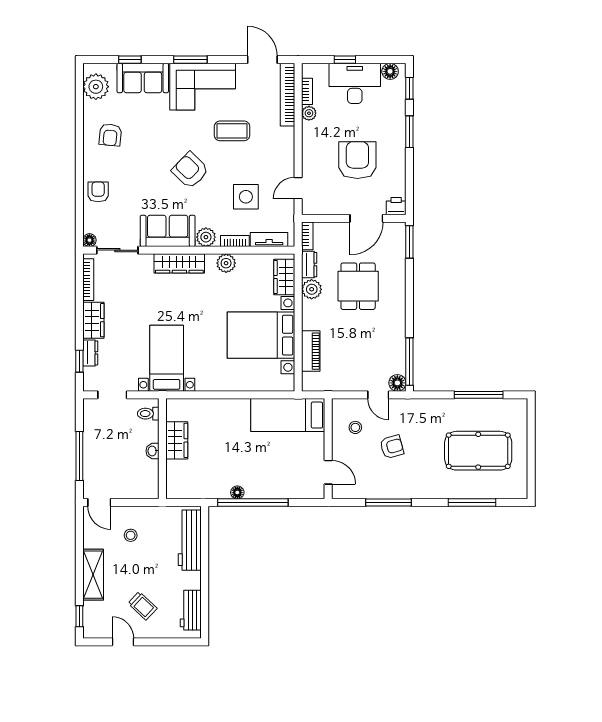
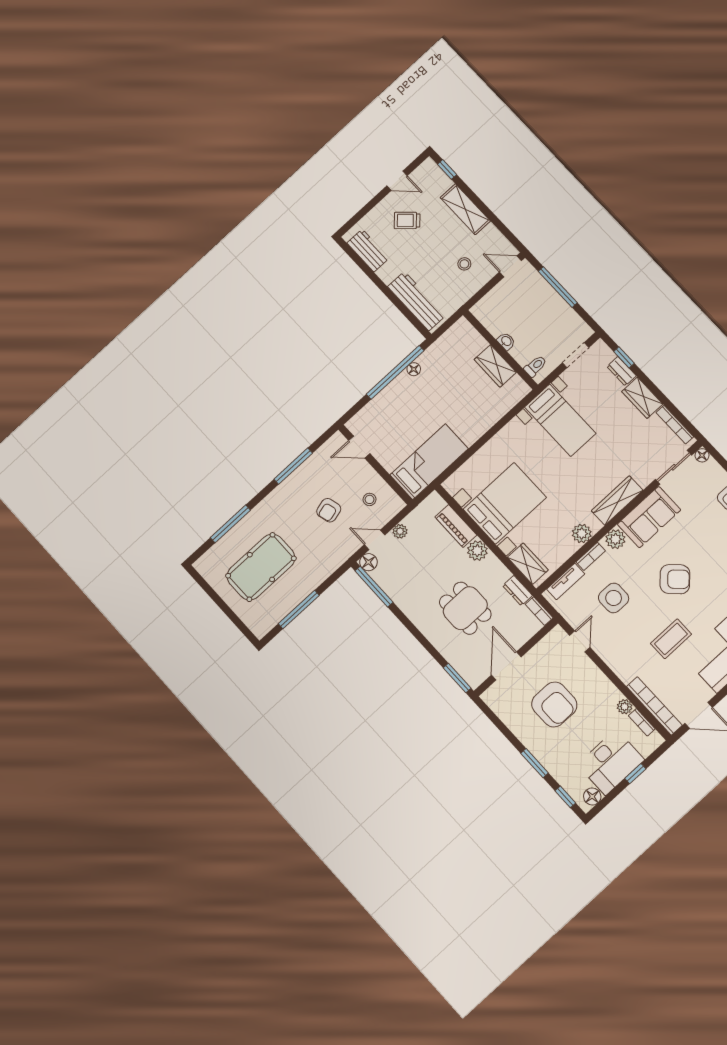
printer: (396, 206) -> (492, 696), removed
plant: (312, 289) -> (477, 551), moved
plant: (354, 384) -> (400, 531), added

